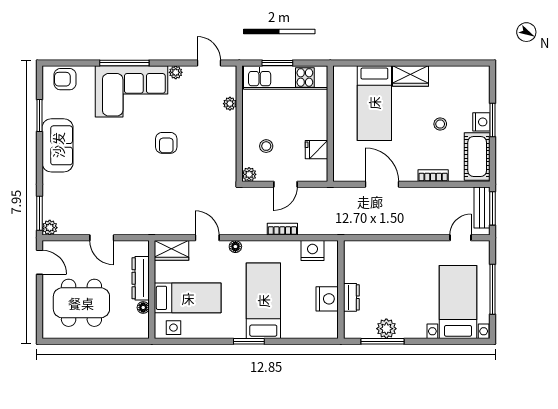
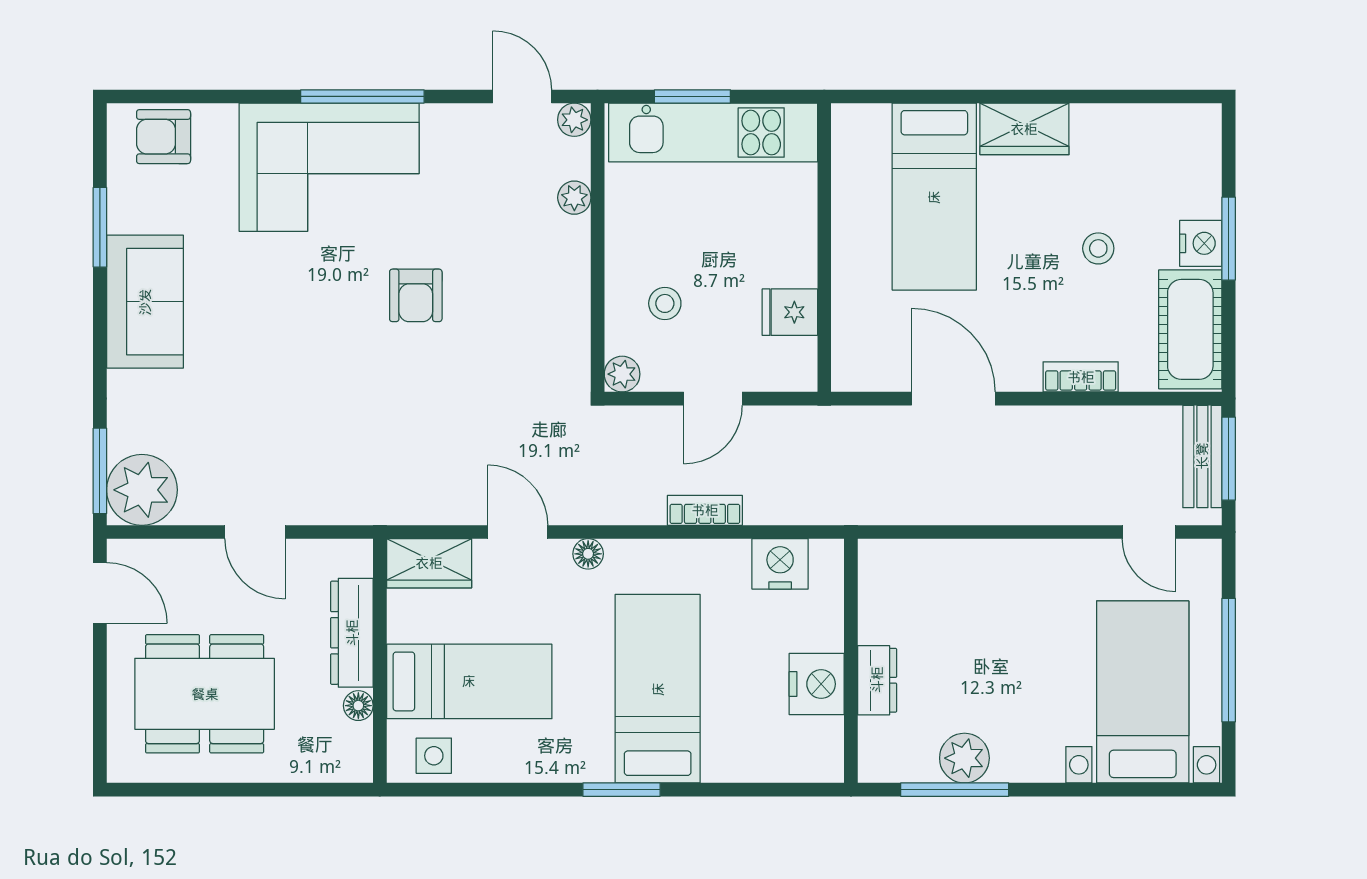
window: (124, 63) -> (362, 96), moved
plant: (176, 72) -> (574, 120), moved
plant: (50, 228) -> (142, 490), width x1.88, depth x1.88
door: (460, 238) -> (1149, 532), swing flipped

